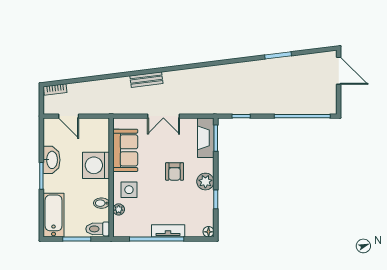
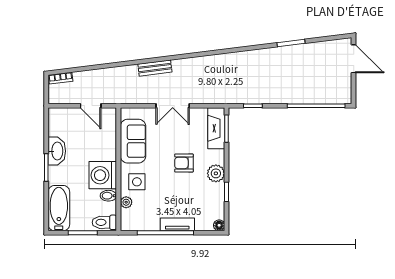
door: (69, 116) -> (91, 106), moved
washing machine: (96, 165) -> (103, 175), moved
armchair: (175, 171) -> (184, 163), turned 90

